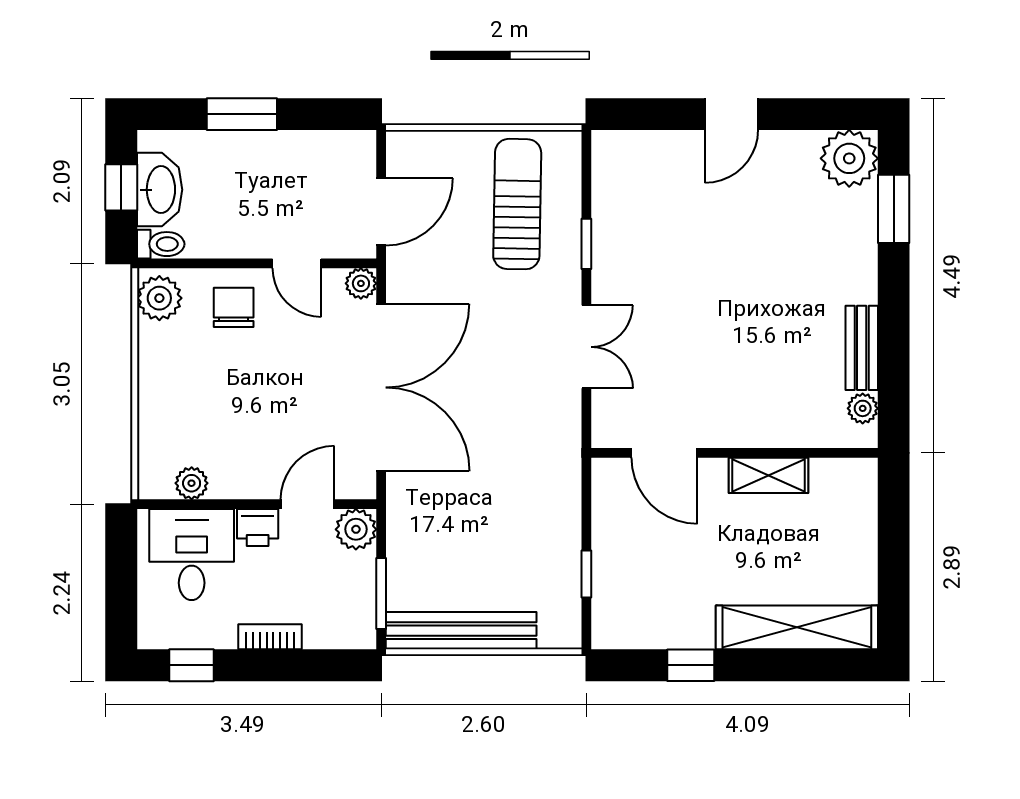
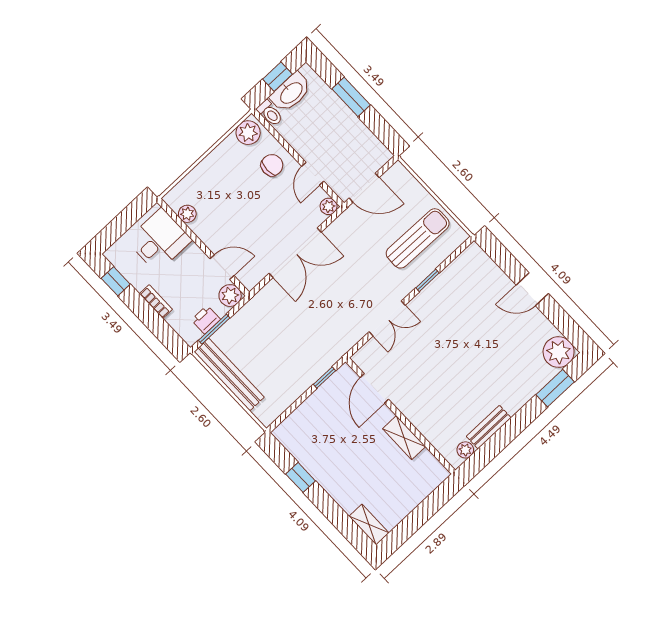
double door: (381, 387) -> (295, 253), width x0.73
printer: (258, 528) -> (206, 320), moved, turned 90
window: (586, 574) -> (324, 378), moved
shelving: (797, 627) -> (369, 525), width x0.45, depth x0.75

